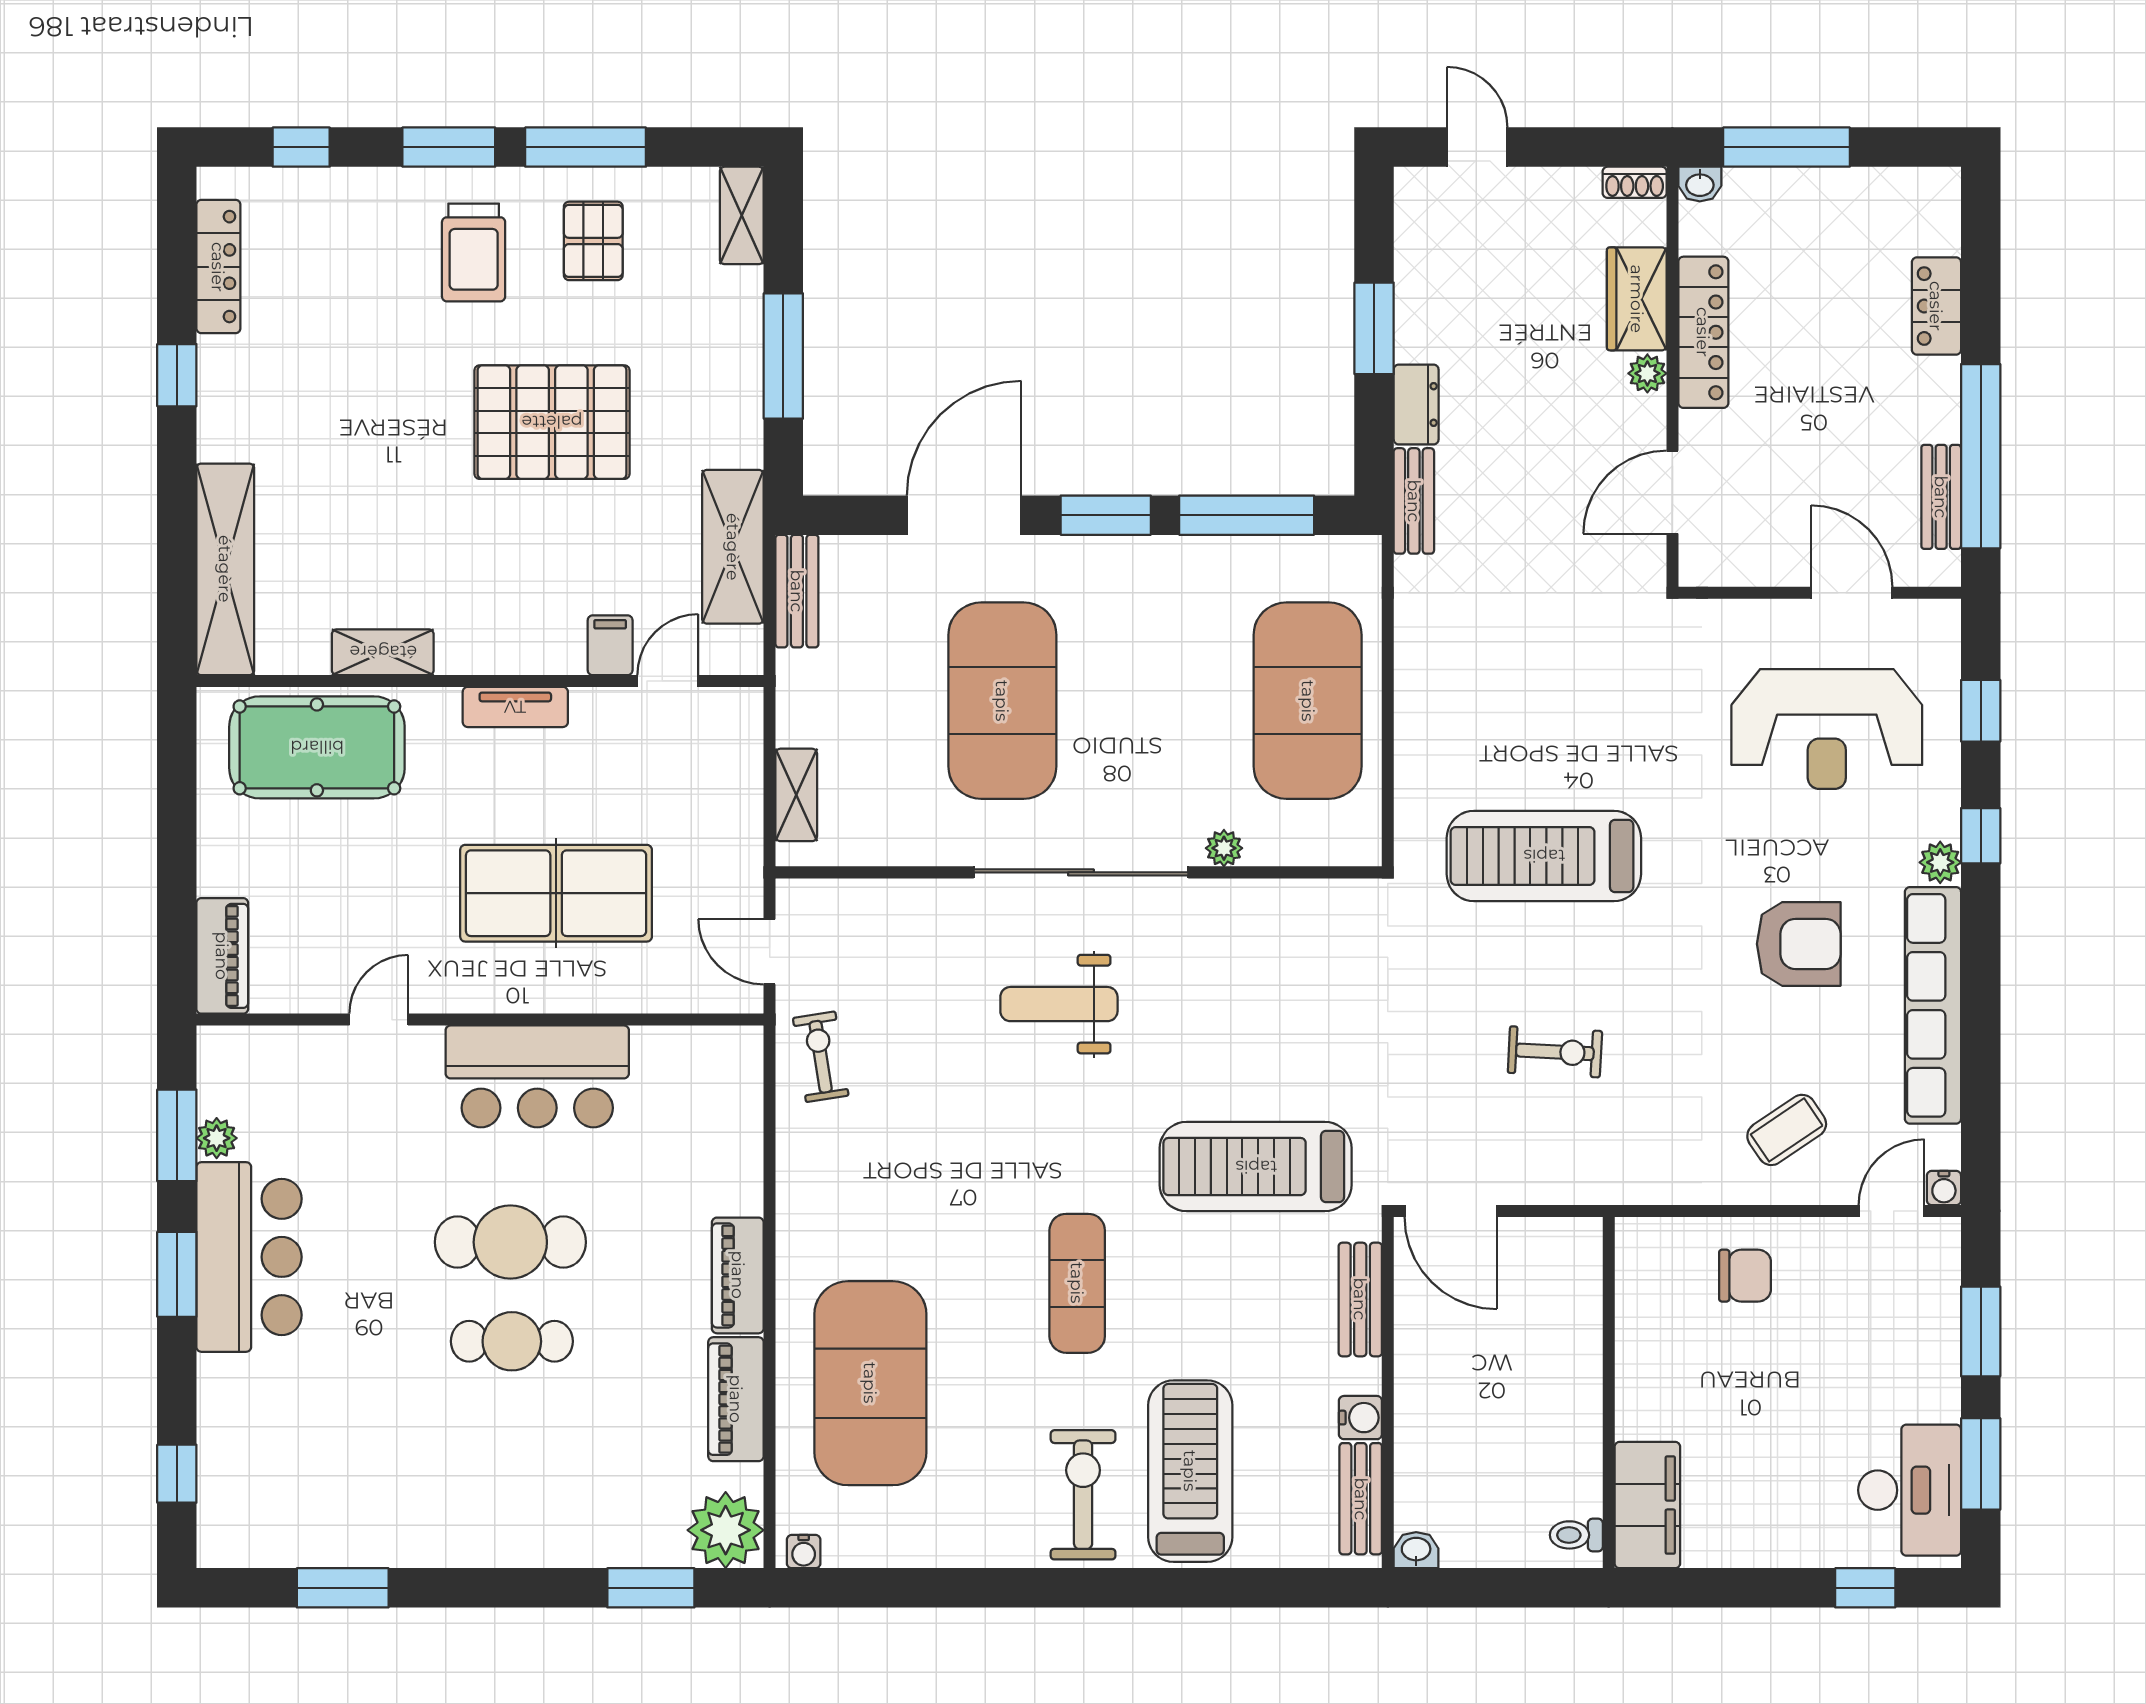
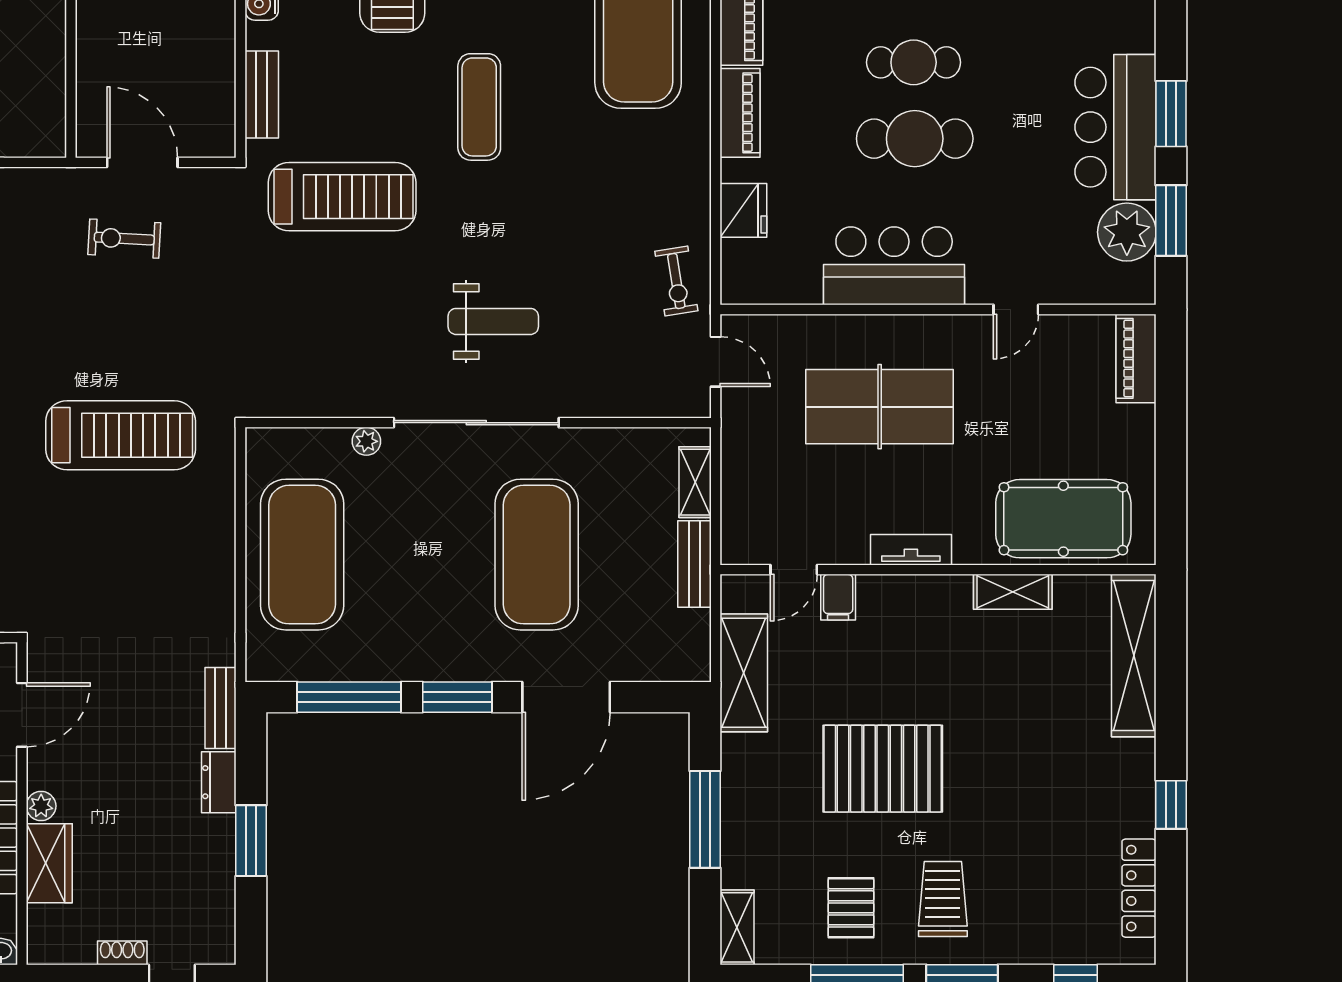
shoe rack: (1635, 182) -> (122, 953), moved
bench: (797, 591) -> (694, 564), moved
exercise bike: (1555, 1052) -> (124, 239), moved
plant: (217, 1138) -> (1127, 232), width x1.87, depth x1.87
fridge: (733, 1149) -> (743, 210), added
door: (1451, 1211) -> (142, 162), moved

